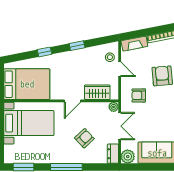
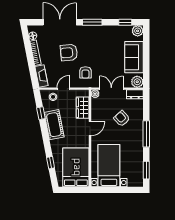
window: (77, 46) -> (41, 113), moved
window: (45, 52) -> (51, 163), moved
cot: (77, 58) -> (54, 125), added
door: (73, 101) -> (90, 129), hinge flipped

